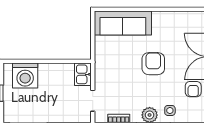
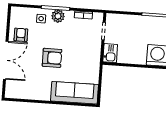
armchair: (153, 64) -> (52, 58), turned -90

